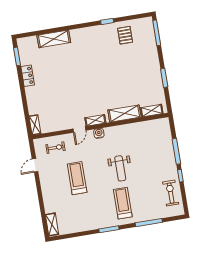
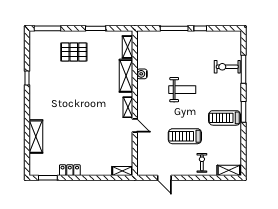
pallet: (125, 35) -> (74, 52), moved, width x1.50, depth x1.42
water cooler: (99, 133) -> (142, 74), moved
exercise bike: (56, 148) -> (202, 163), moved
exercise bike: (171, 193) -> (227, 67), moved
treadmill: (123, 203) -> (225, 118), moved

